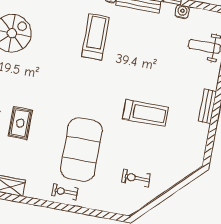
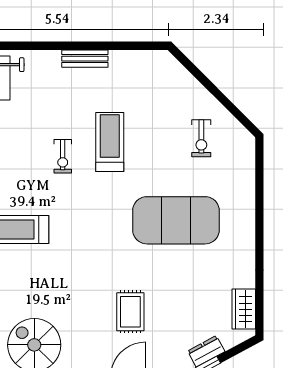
rug: (20, 123) -> (130, 312), moved, turned 90
exercise bike: (65, 192) -> (63, 156), moved

